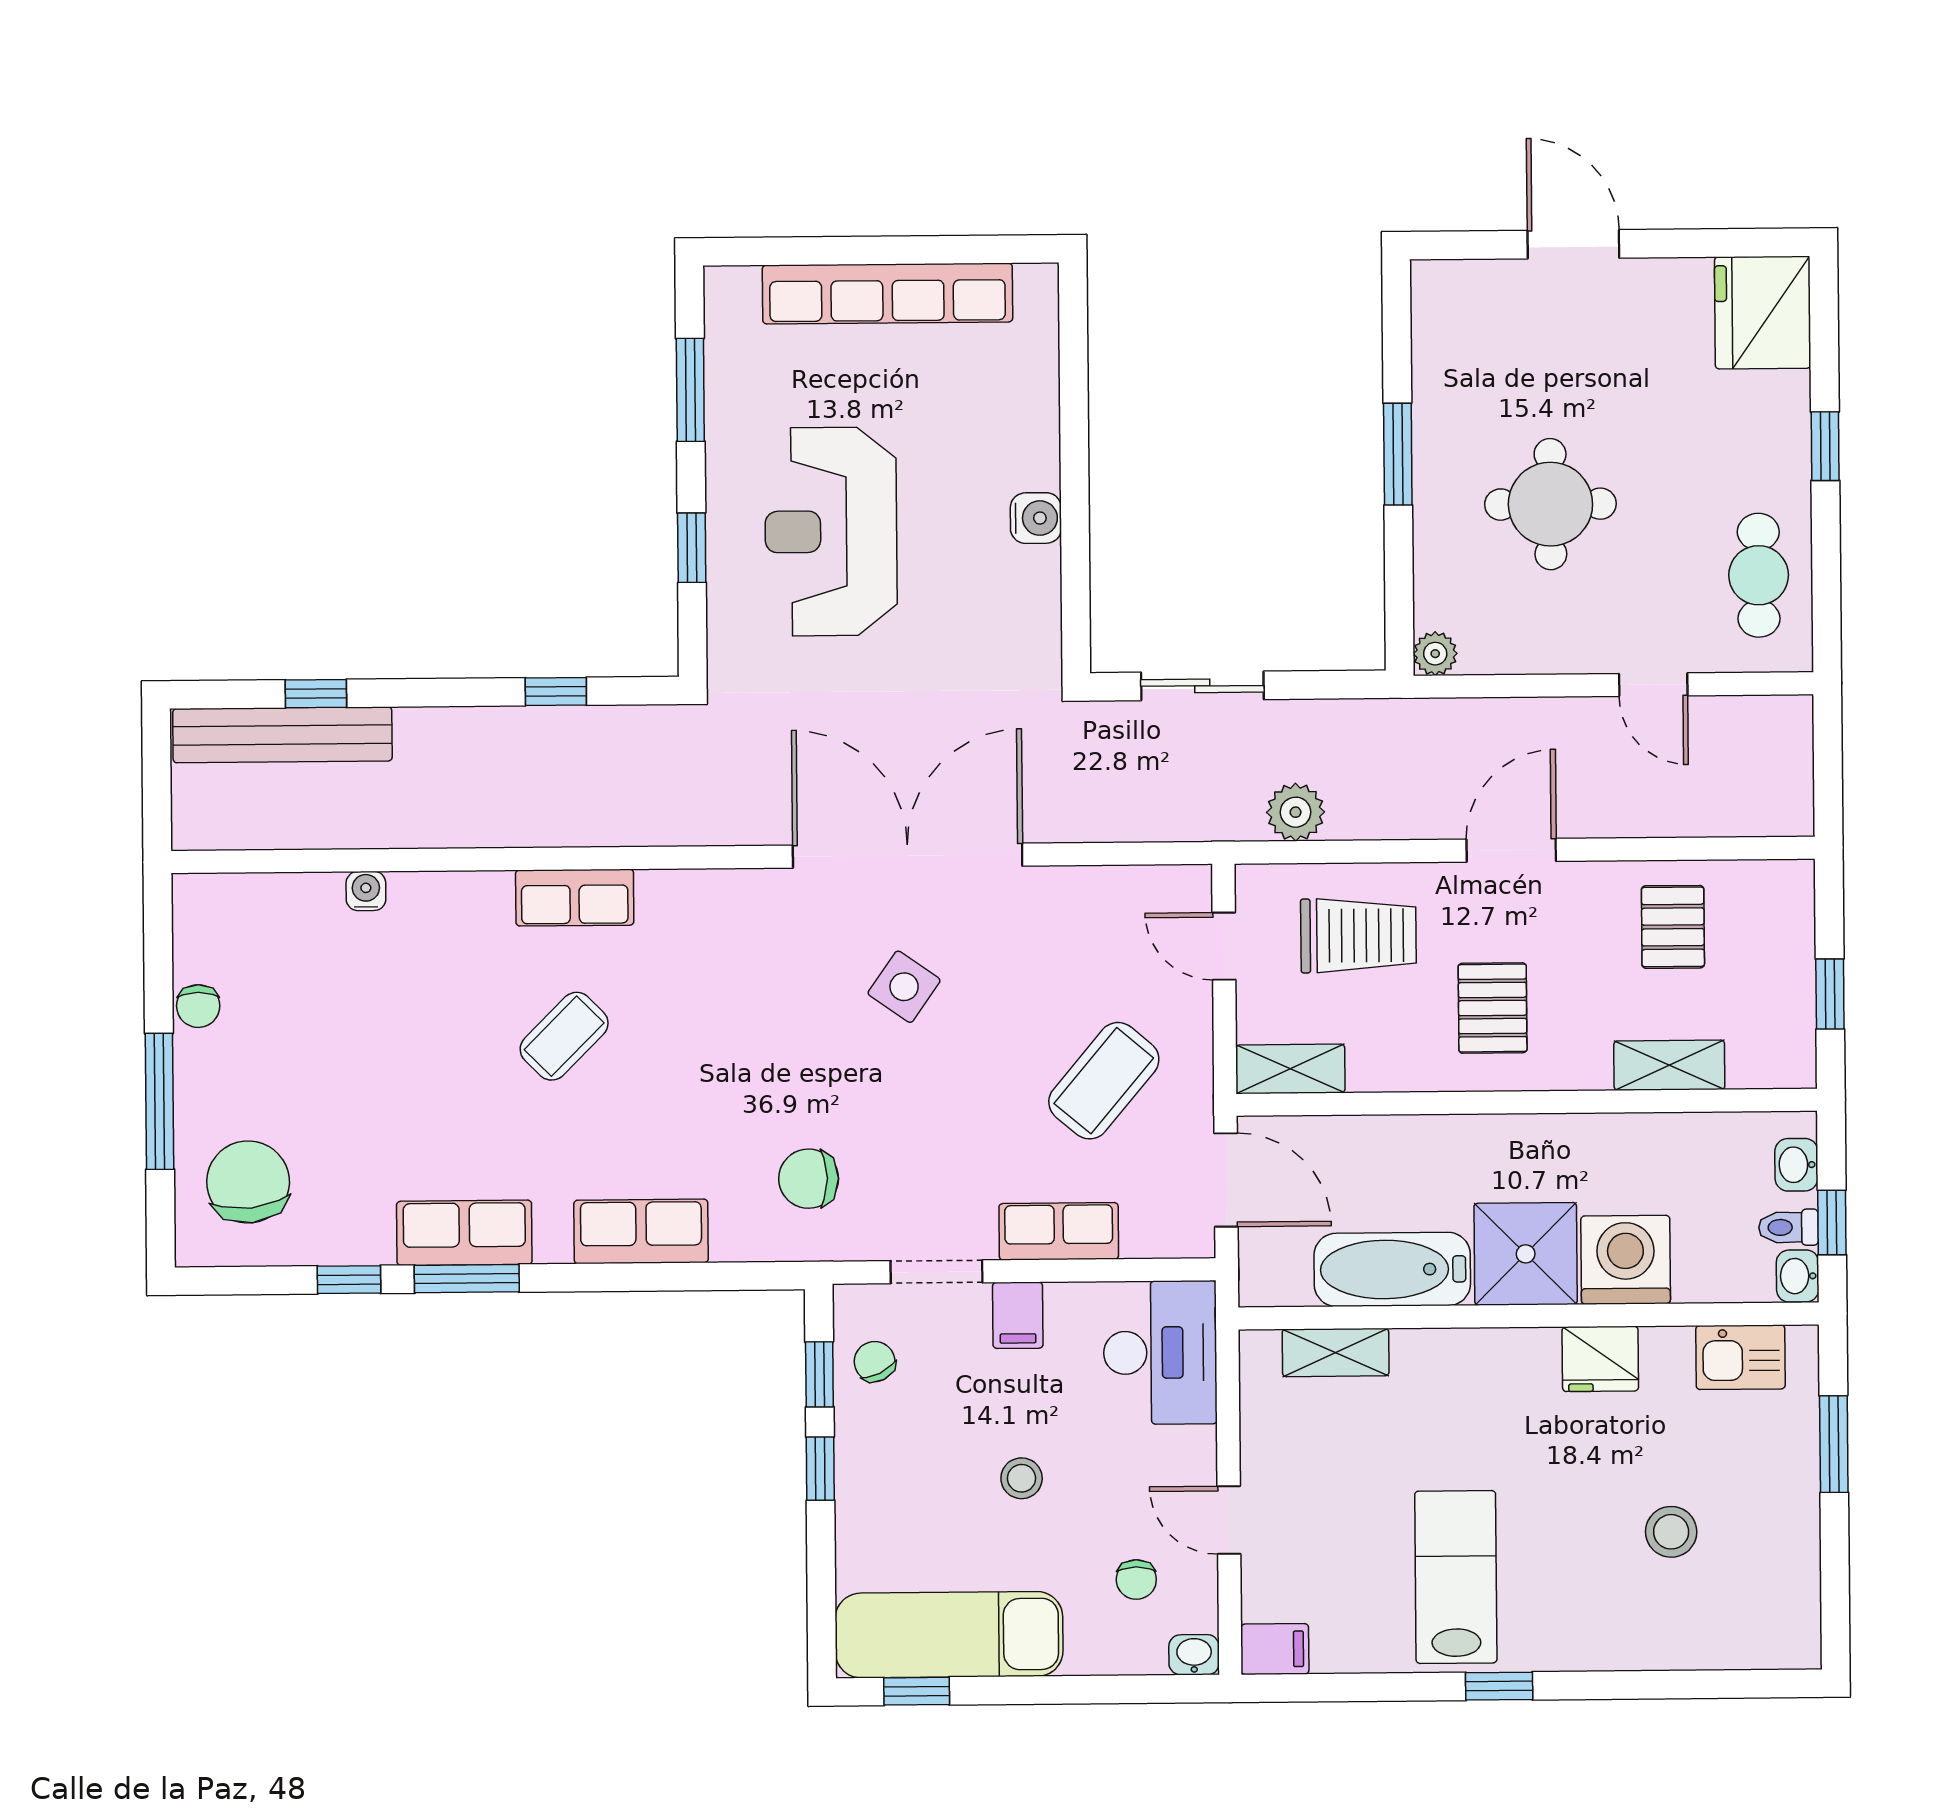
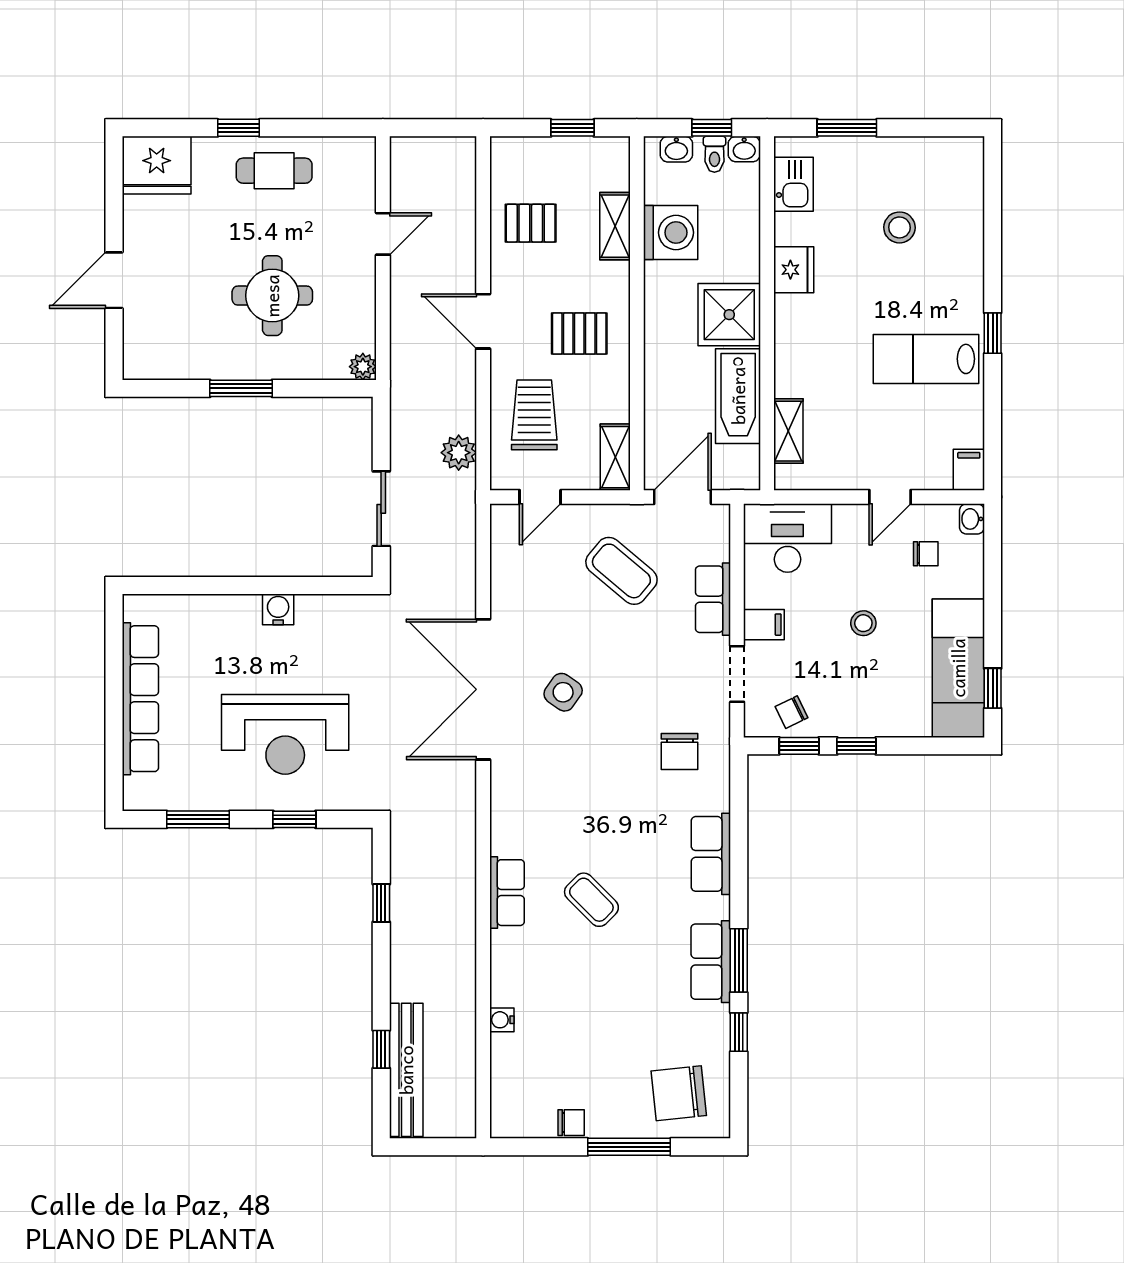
cafe table: (1759, 575) -> (274, 171), moved
washing machine: (1626, 1260) -> (671, 233), moved, turned 180

